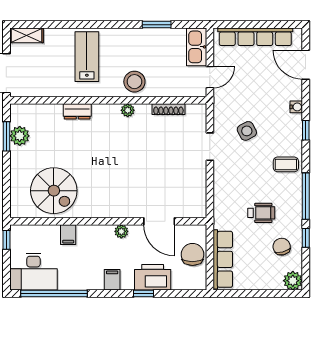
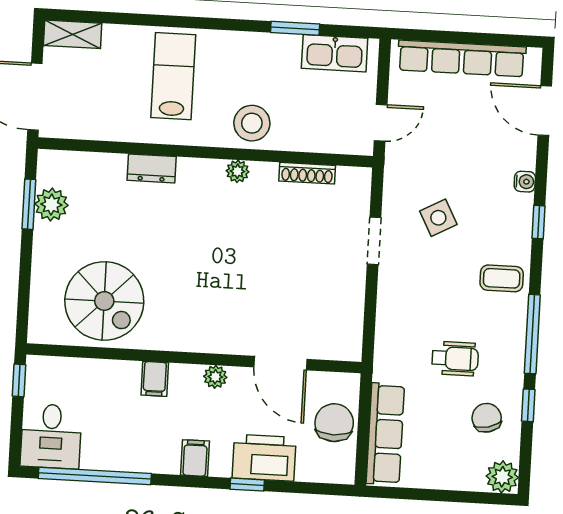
kitchen sink: (197, 47) -> (335, 53), moved, turned -90
filing cabinet: (68, 235) -> (155, 379), moved
desk: (33, 272) -> (51, 436), width x0.73

